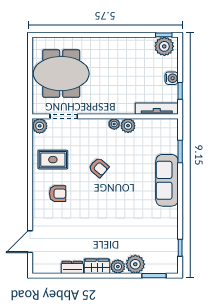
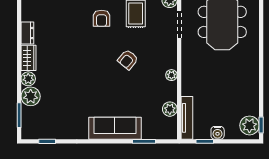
plant: (128, 126) -> (170, 109), moved

